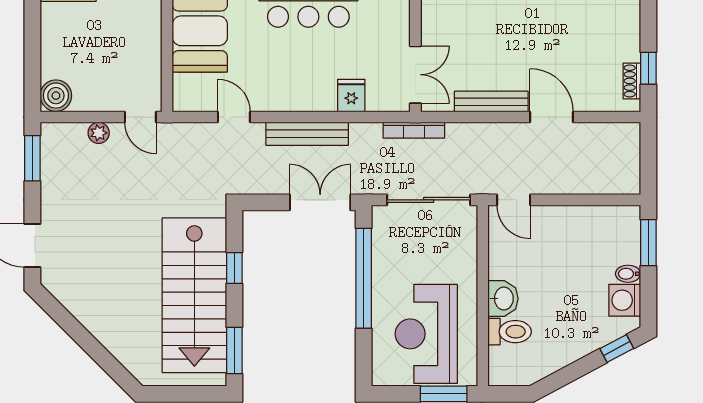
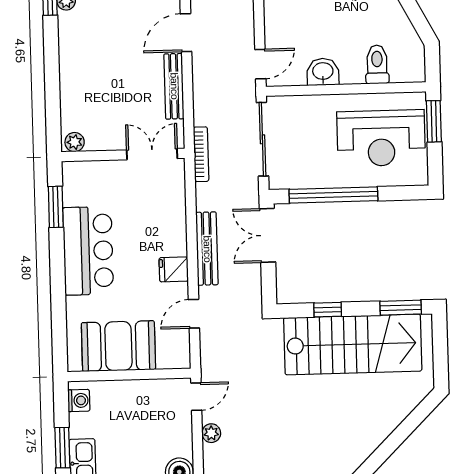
fridge: (351, 96) -> (174, 269), moved
washbasin: (503, 299) -> (323, 72), moved

